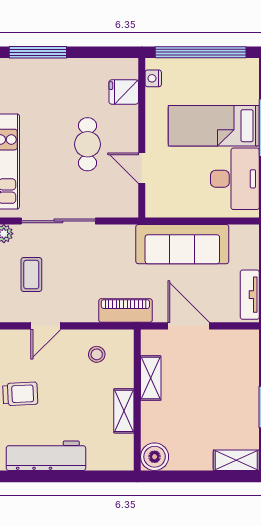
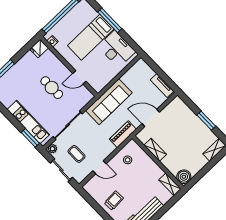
fridge: (124, 92) -> (39, 48), moved
sofa: (182, 244) -> (109, 102), moved
door: (46, 326) -> (100, 167), hinge flipped
shelving: (124, 411) -> (170, 184), moved

